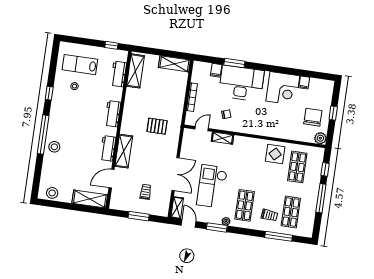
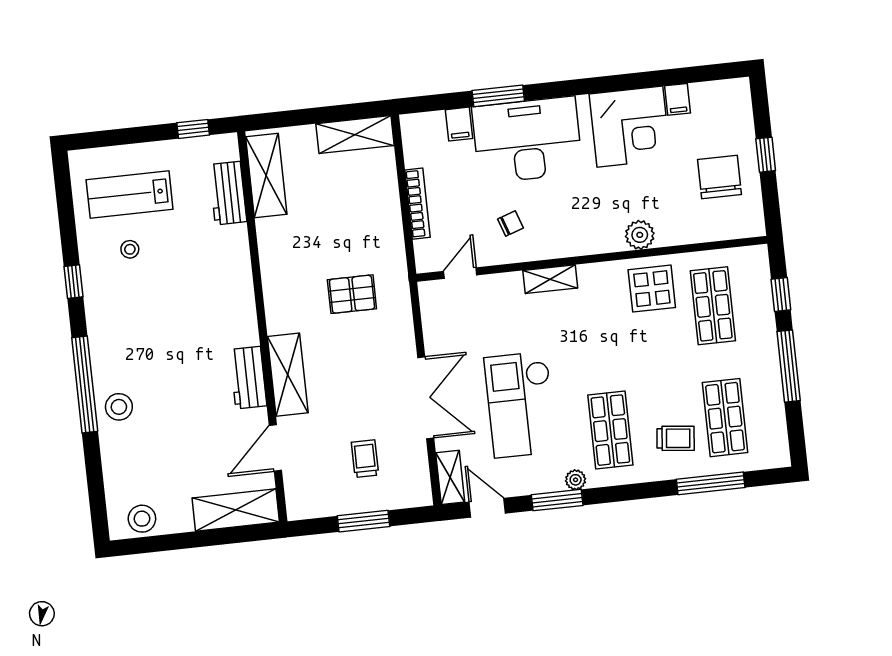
workbench: (113, 114) -> (238, 292), removed
shelving: (222, 138) -> (550, 279), moved
plant: (320, 138) -> (640, 235), moved

